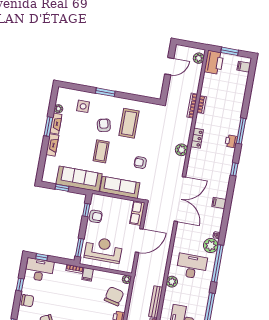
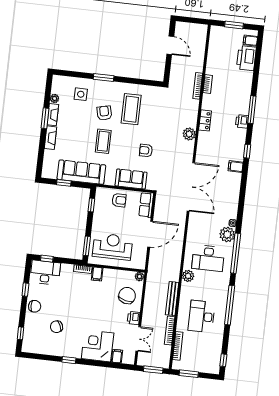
plant: (199, 58) -> (201, 34), removed
printer: (214, 62) -> (246, 58), moved, turned 180
door: (169, 66) -> (170, 45), hinge flipped
sofa: (120, 187) -> (131, 179), width x0.73
filing cabinet: (219, 203) -> (236, 167), moved
armchair: (96, 216) -> (119, 200), moved
desk: (192, 266) -> (208, 258), turned 180

